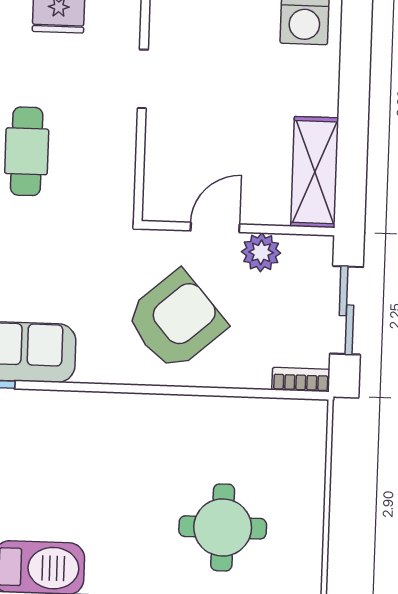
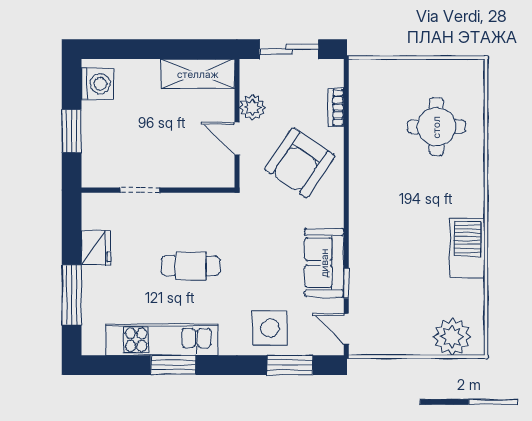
armchair: (176, 320) -> (300, 163), turned -105
bookcase: (301, 380) -> (336, 107), moved

